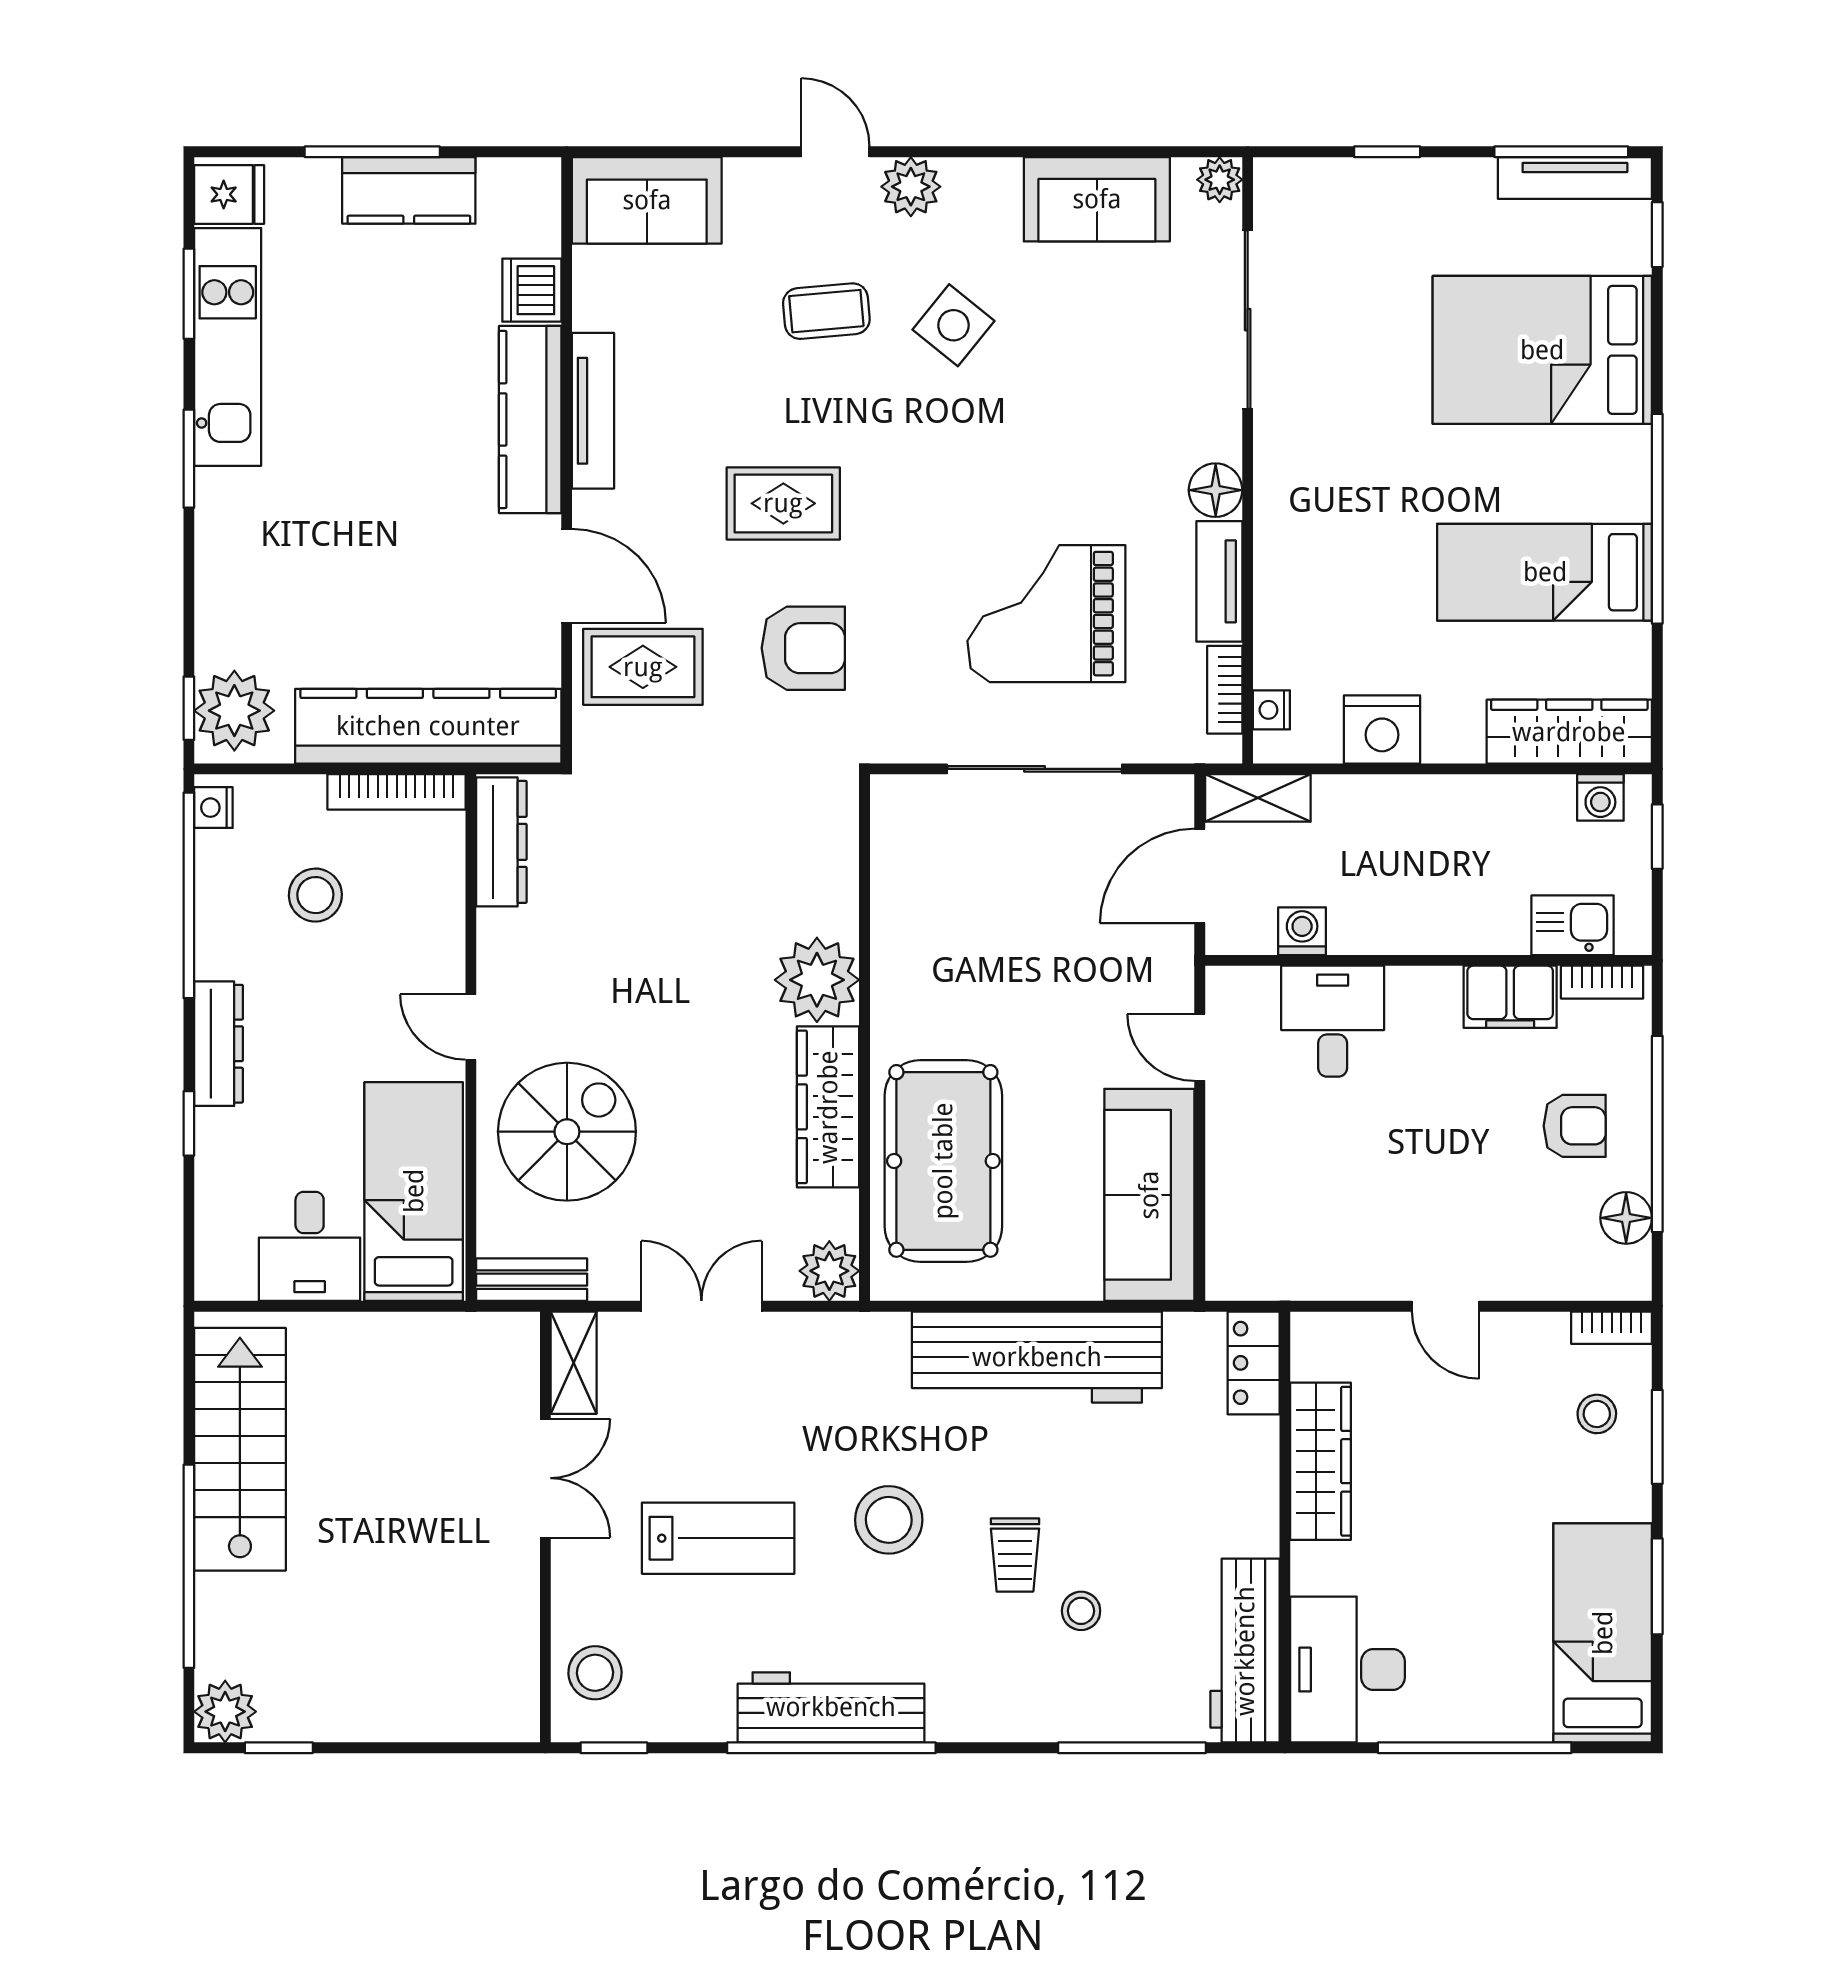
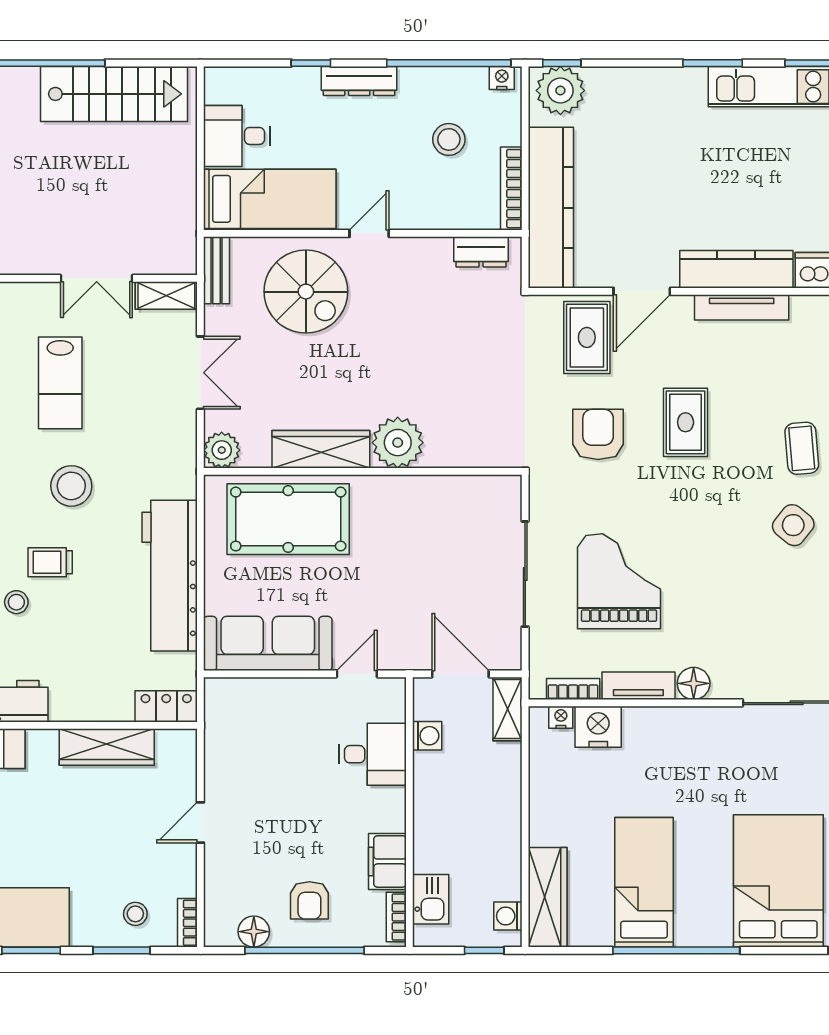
armchair: (803, 648) -> (598, 434), turned 180
nightstand: (1382, 729) -> (598, 727), moved, turned 90
dresser: (501, 842) -> (481, 252), width x0.70

